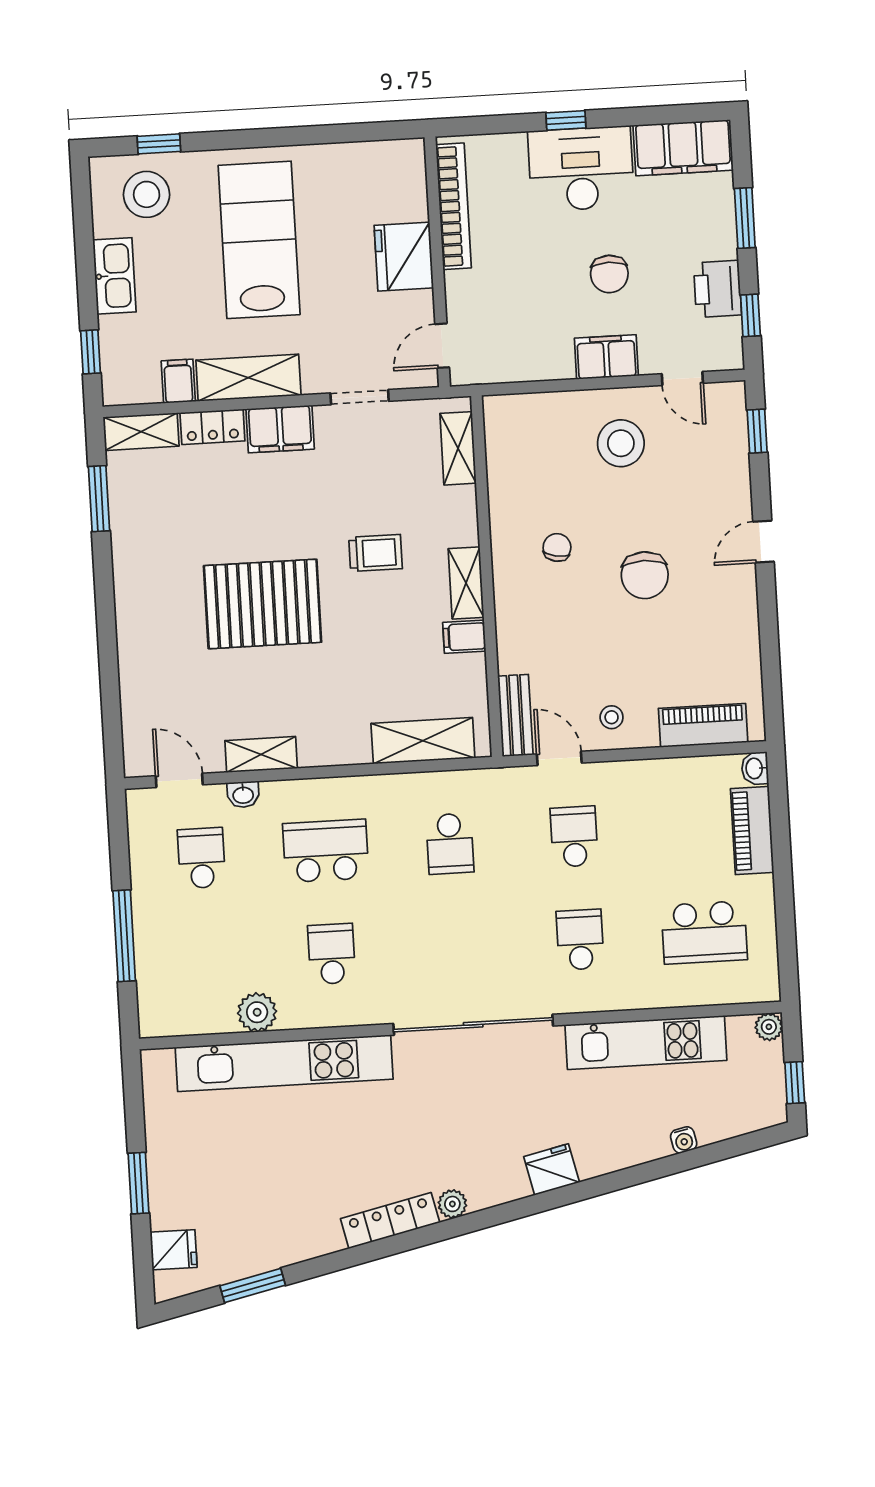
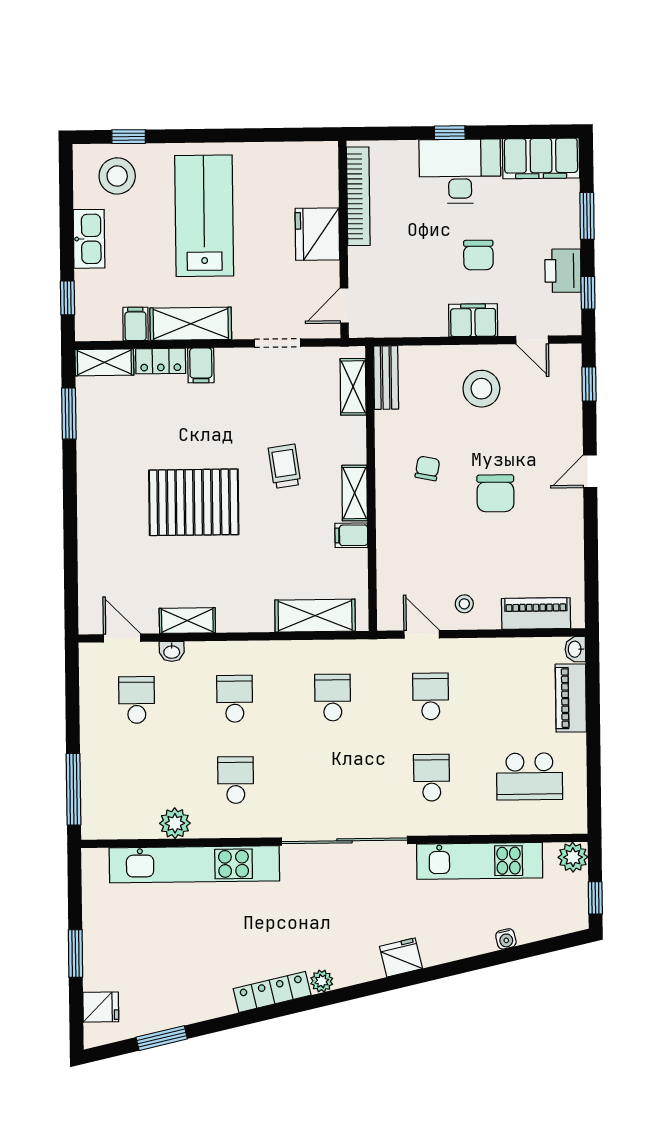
filing cabinet: (280, 429) -> (201, 365), width x0.50
trolley: (376, 553) -> (285, 466), turned -98
bench: (515, 715) -> (386, 378), moved
school desk: (450, 844) -> (333, 698), turned 180
school desk: (326, 851) -> (235, 699), width x0.54
window: (124, 936) -> (73, 789), moved
plant: (769, 1027) -> (573, 857), width x1.38, depth x1.38

